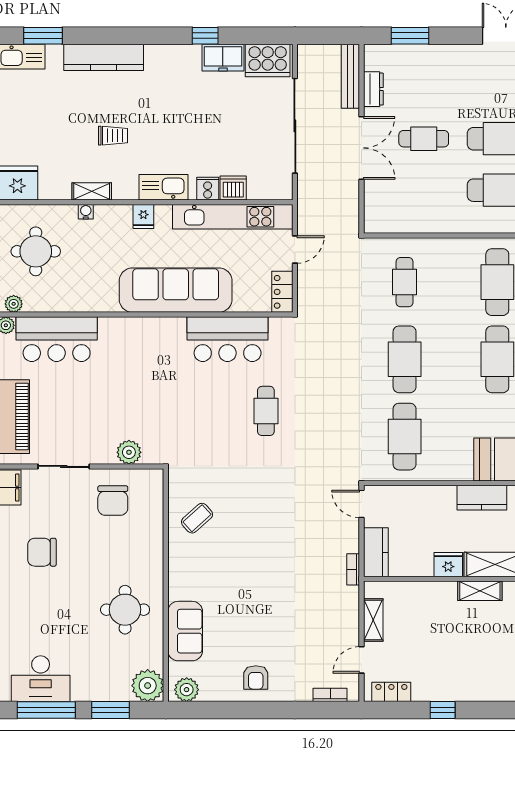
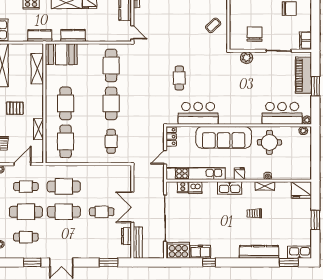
cooker: (208, 189) -> (183, 187), moved
round table: (36, 251) -> (269, 142), moved

